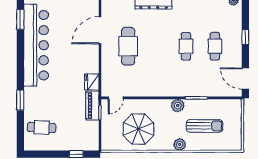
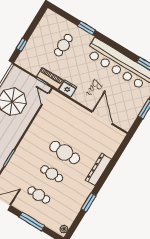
window: (245, 37) -> (32, 222), width x2.17
cafe table: (128, 46) -> (65, 153), moved
plant: (178, 105) -> (12, 141), removed
cafe table: (42, 127) -> (63, 45), moved

